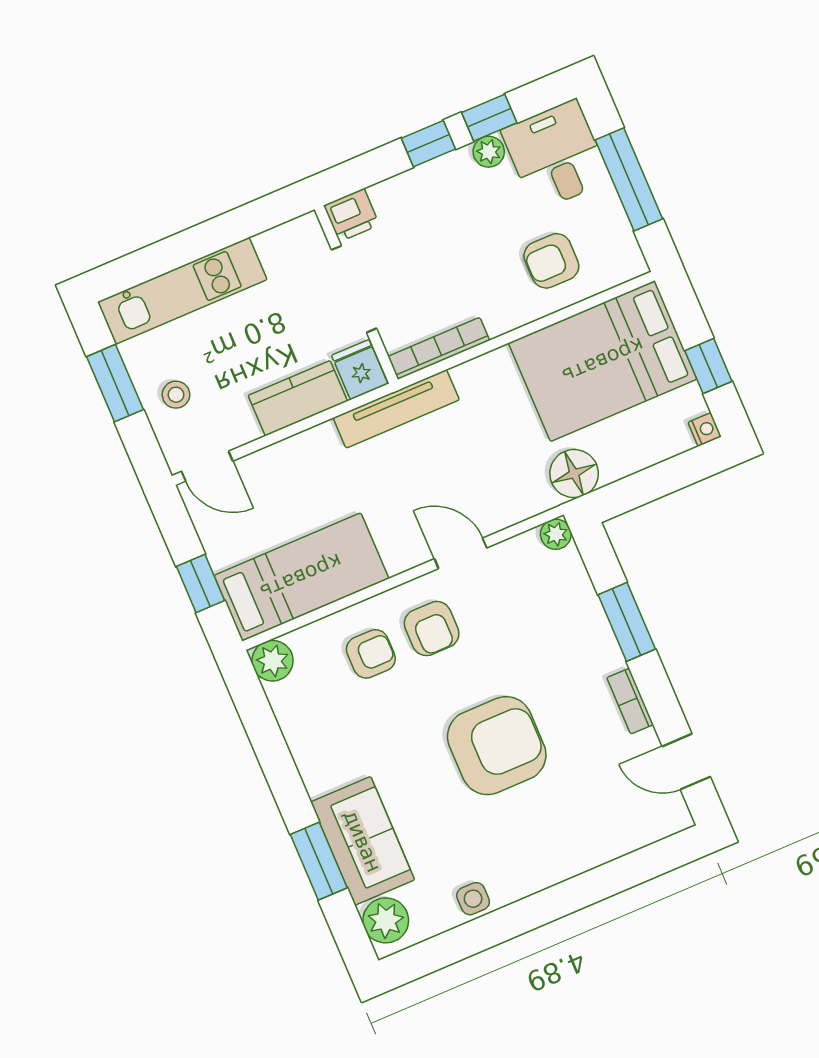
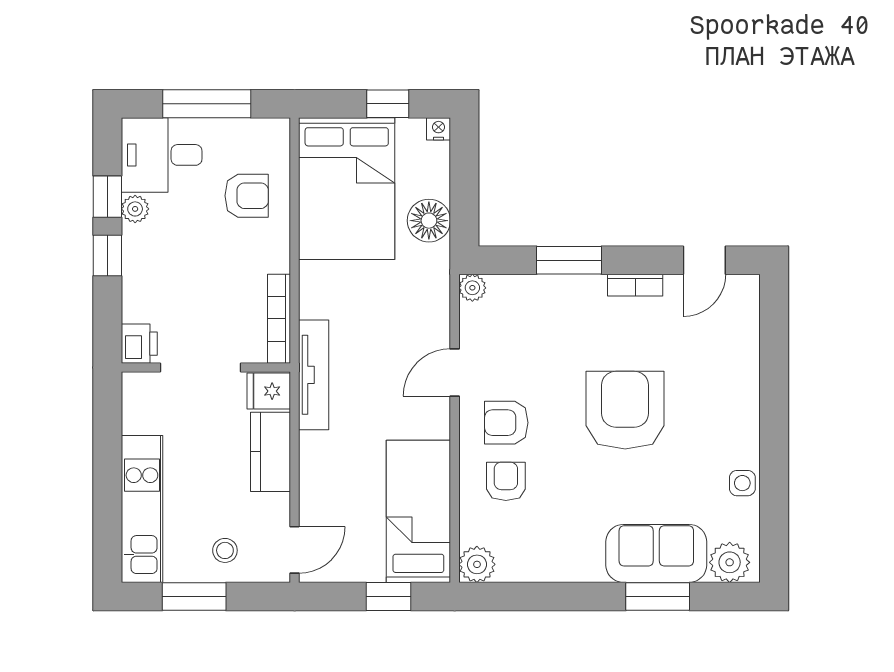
armchair: (551, 261) -> (247, 196), turned -90
floor lamp: (574, 474) -> (429, 221), moved
armchair: (432, 629) -> (506, 423), turned 180

